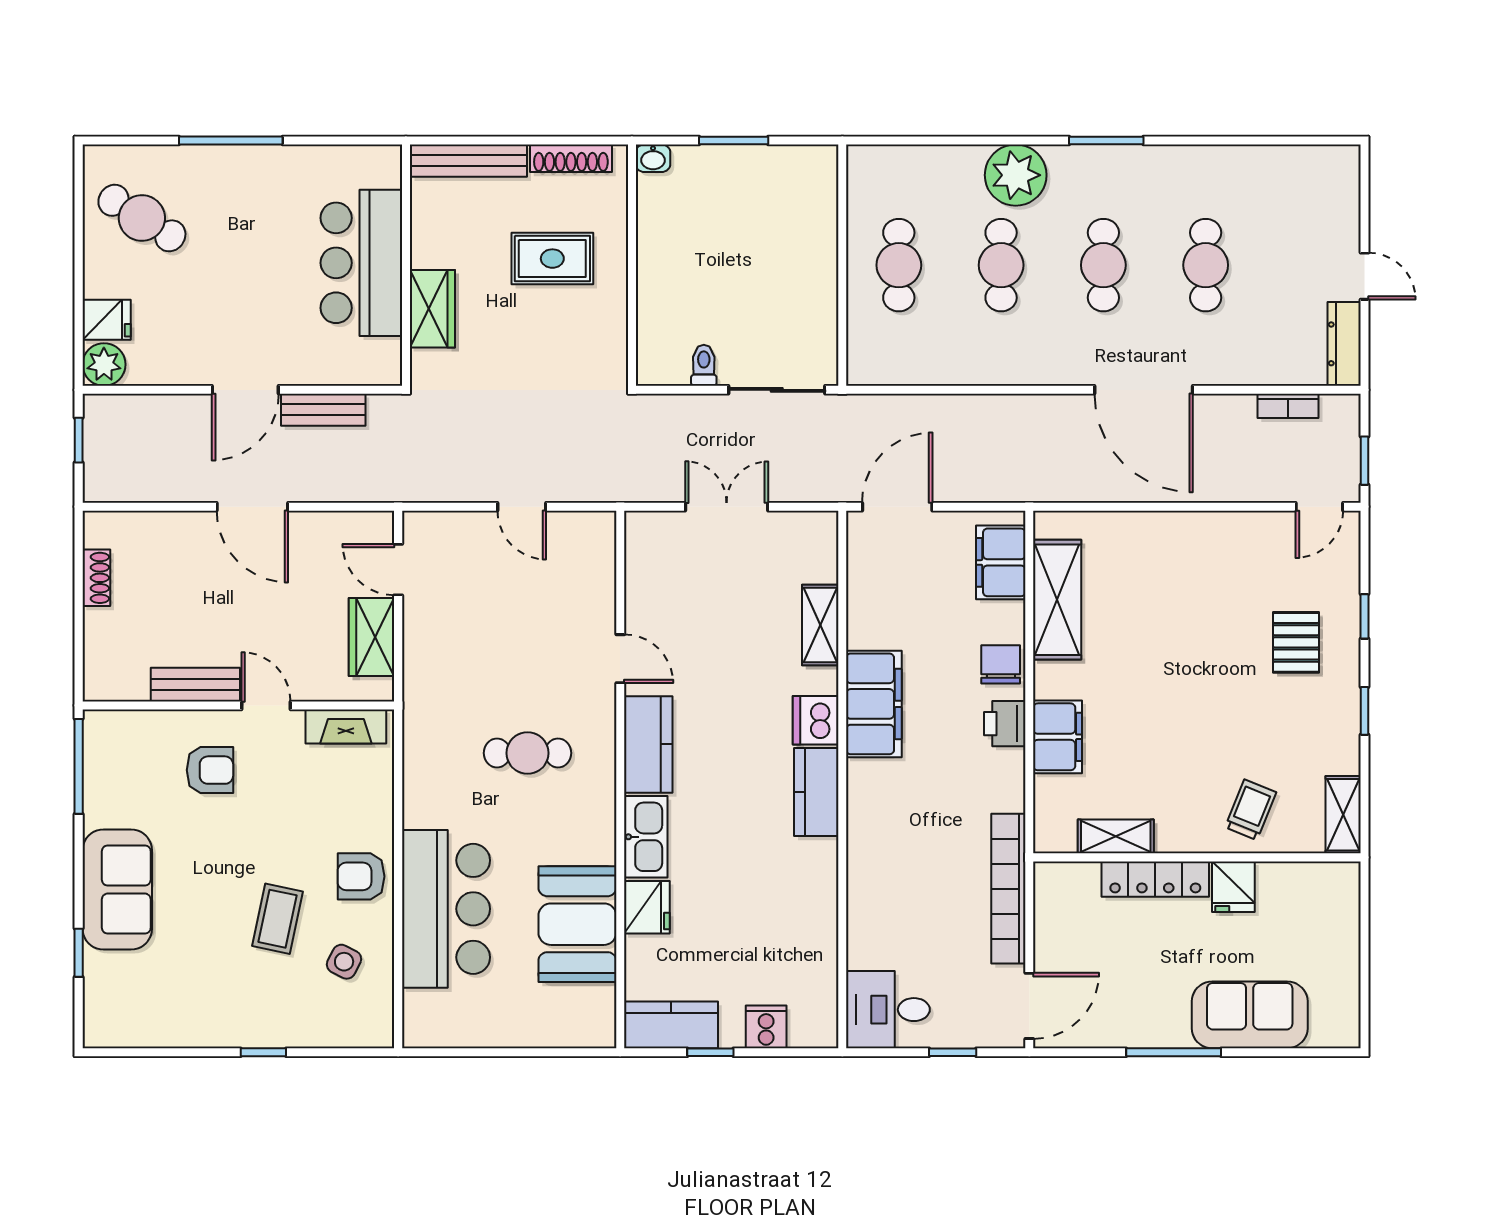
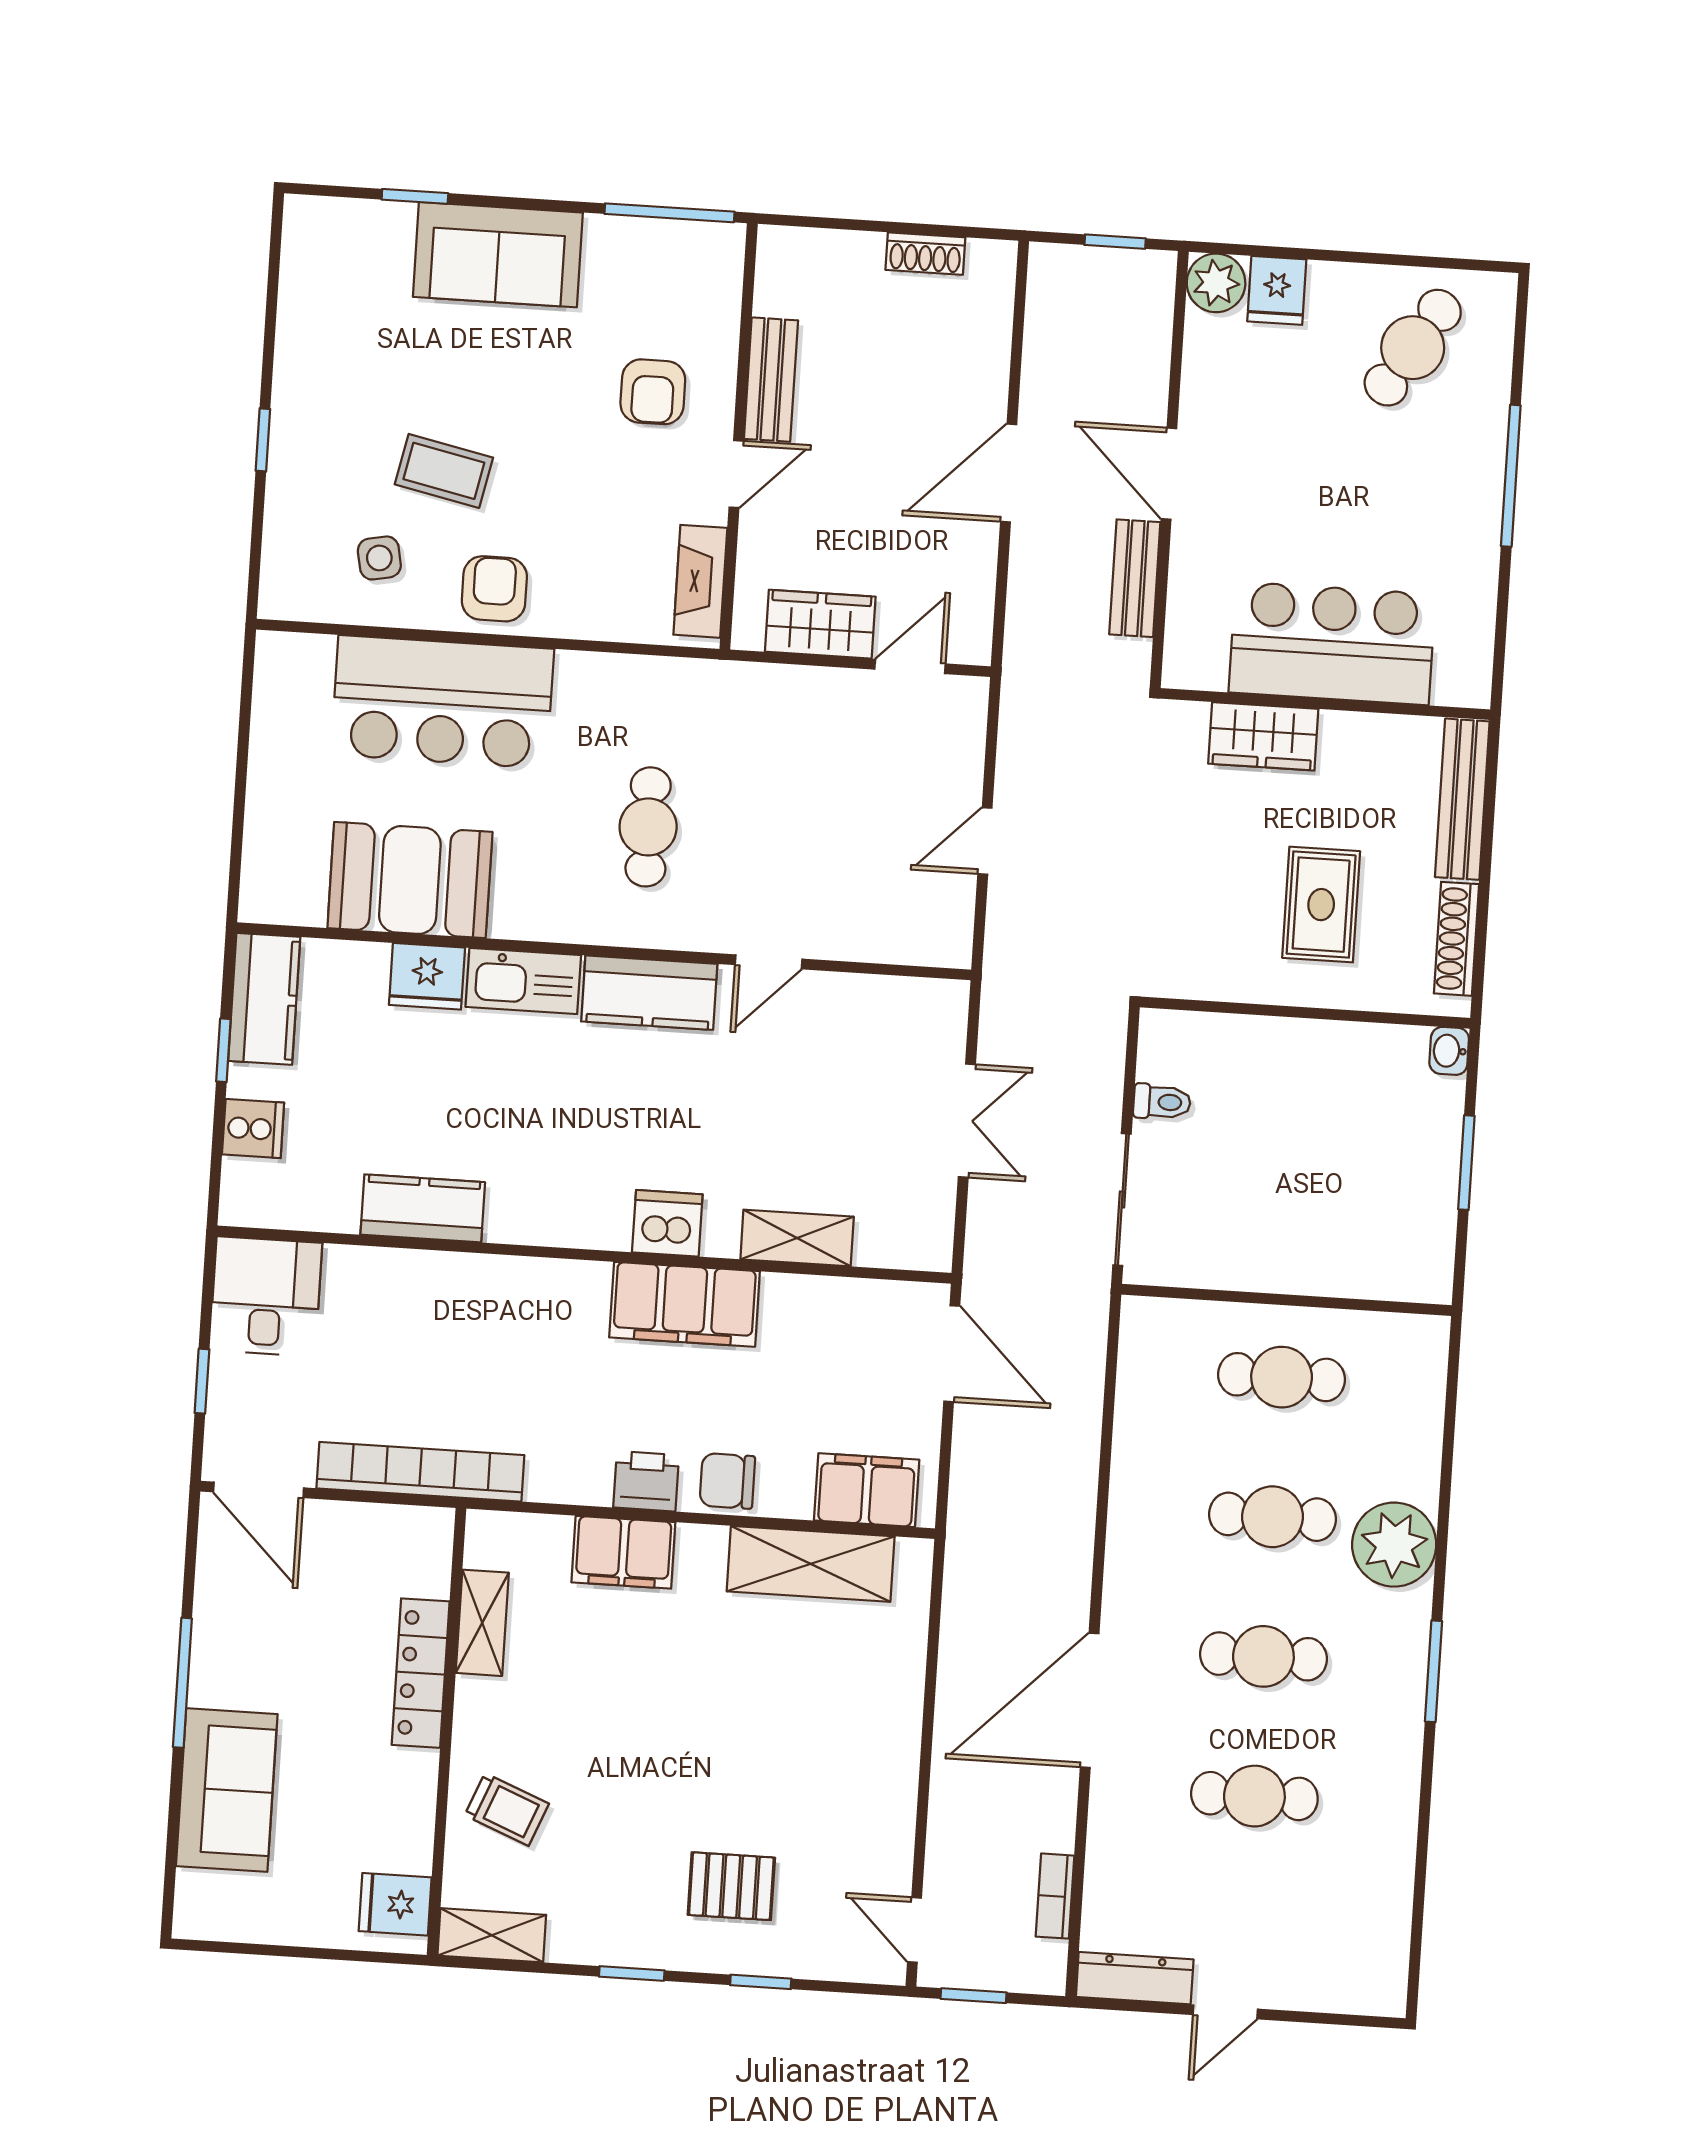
chair: (1001, 664) -> (727, 1481), turned 180
kitchen counter: (816, 792) -> (423, 1208), moved
fridge: (1233, 887) -> (395, 1904), moved
side table: (344, 962) -> (379, 558), turned -38

